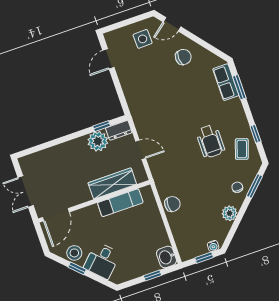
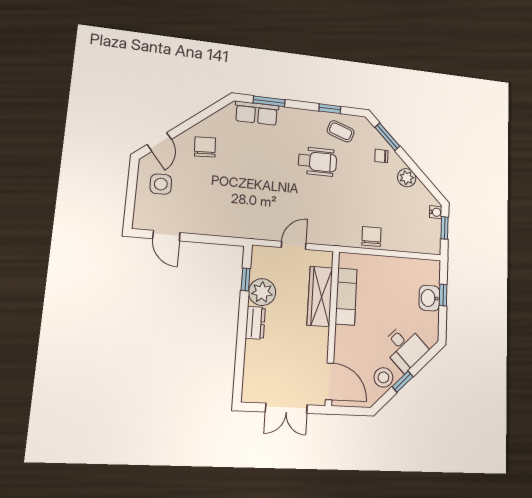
dresser: (119, 130) -> (255, 323), moved
washbasin: (167, 257) -> (429, 298), moved, turned 90

